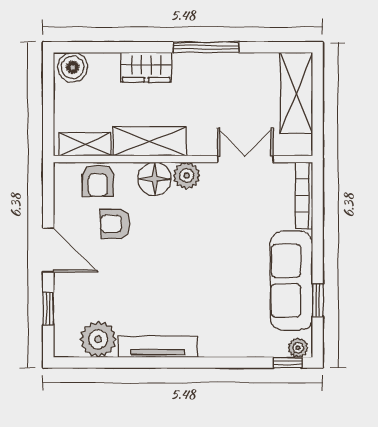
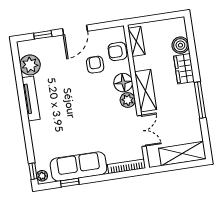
boiler: (73, 67) -> (180, 45), moved
shelving: (150, 141) -> (146, 91), moved

